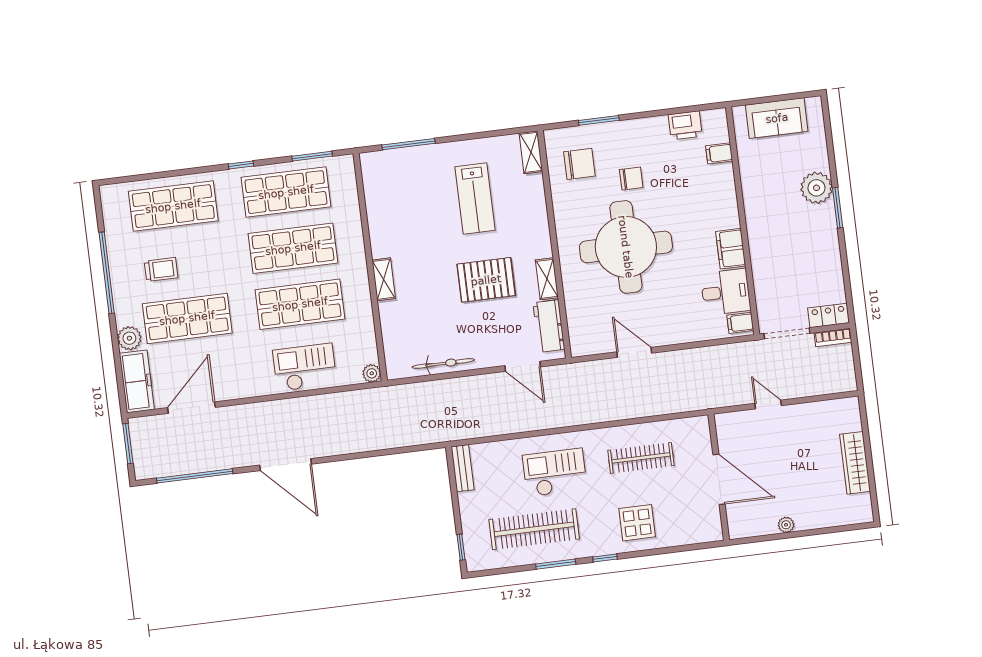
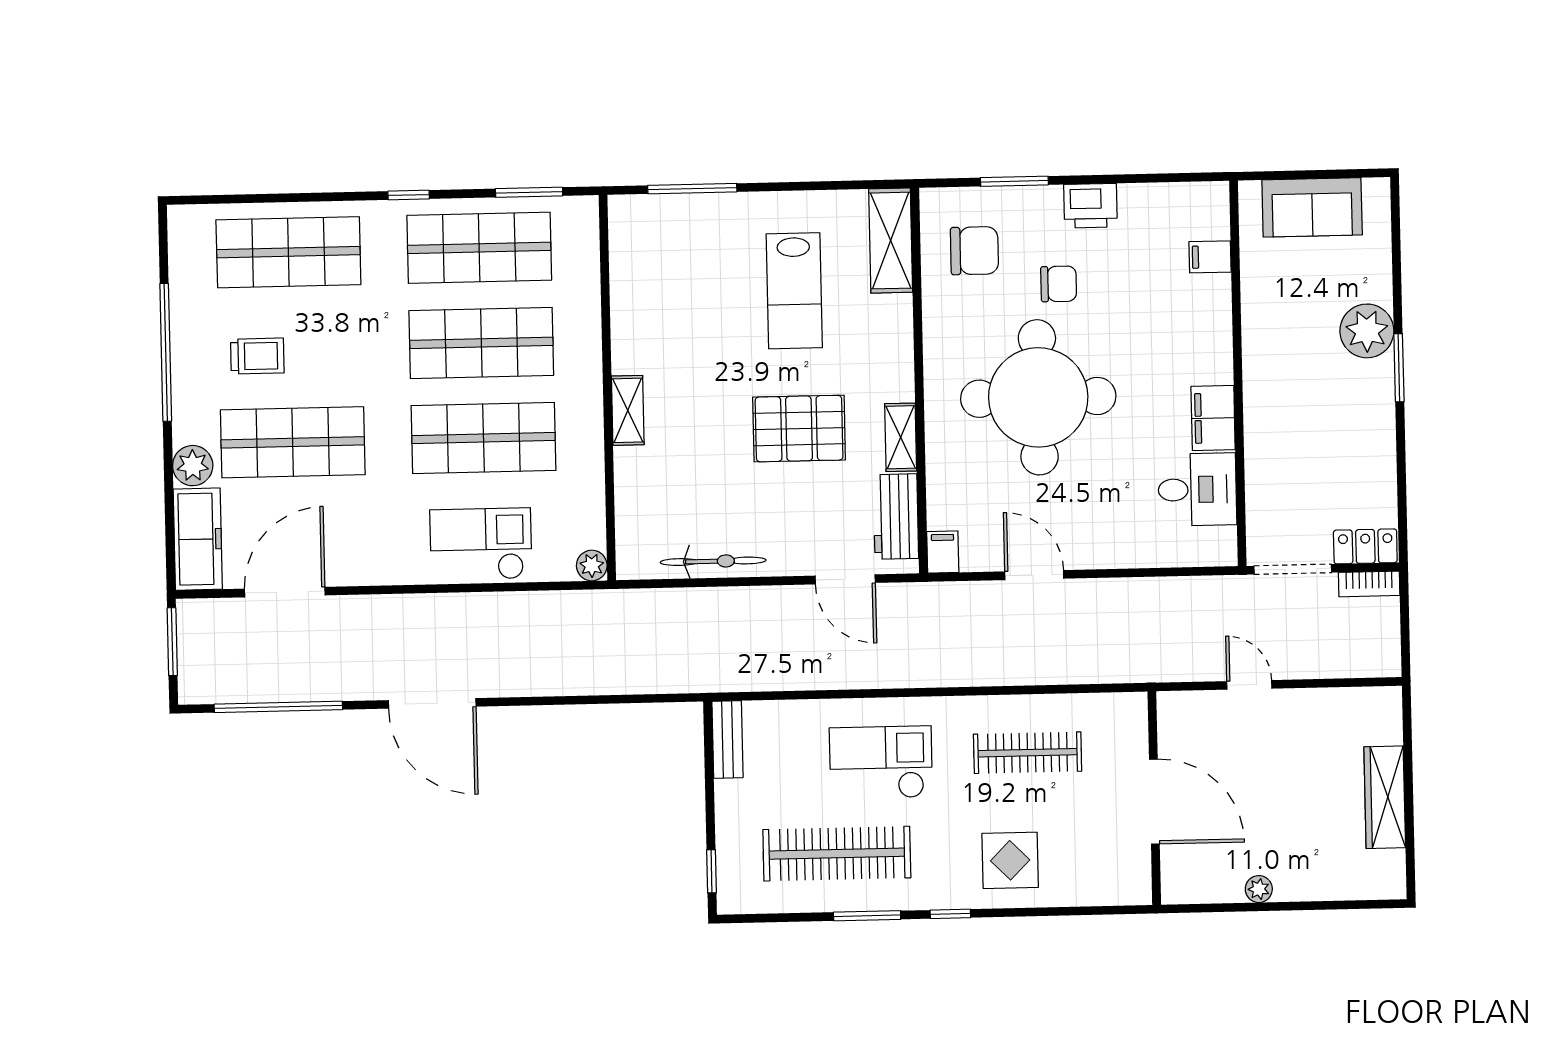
printer: (685, 125) -> (1090, 206), moved
shelving: (531, 152) -> (891, 241), width x1.50, depth x1.33
filing cabinet: (740, 323) -> (943, 552), moved, turned 90

